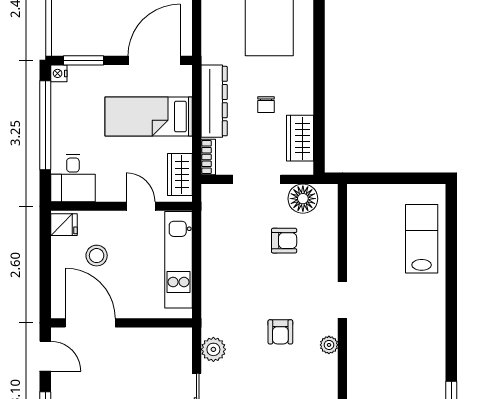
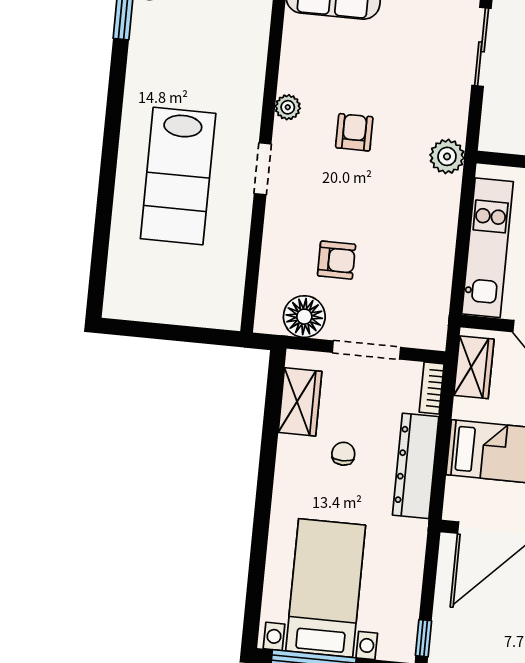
lab bench: (422, 239) -> (178, 176), moved, width x1.36, depth x1.39
armchair: (284, 241) -> (337, 260), turned 180
plant: (213, 349) -> (447, 156), moved

